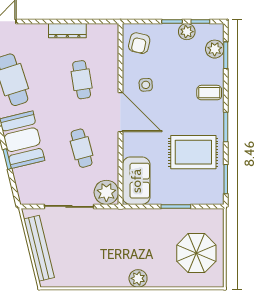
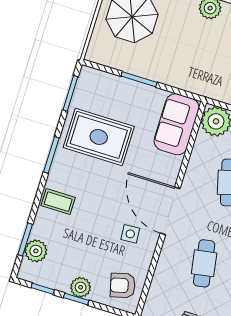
plant: (187, 32) -> (81, 287), moved
armchair: (139, 43) -> (123, 285), turned -117

